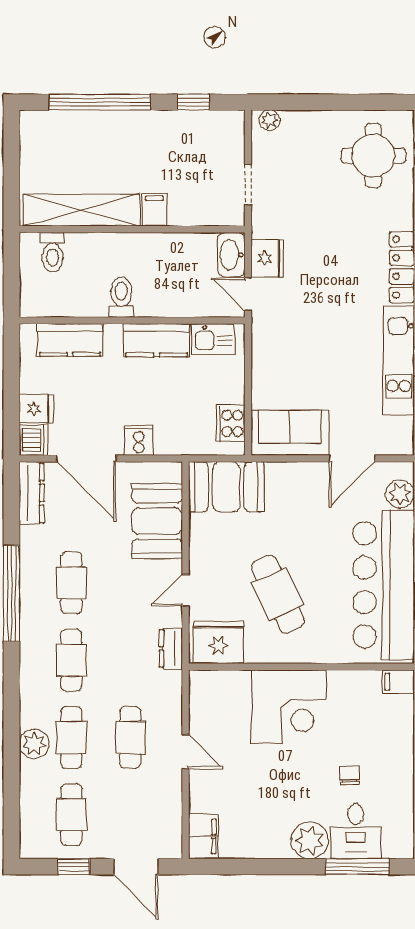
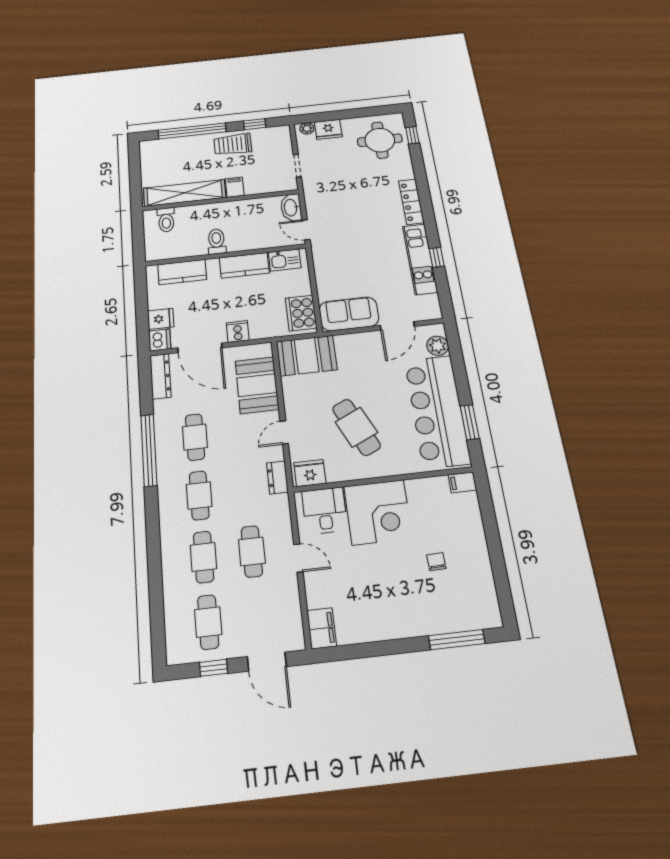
trolley: (158, 134) -> (233, 144), added
fridge: (267, 258) -> (328, 129), moved, turned 90
cooker: (231, 423) -> (301, 313), width x1.37, depth x1.31
fridge: (218, 642) -> (310, 473), width x0.73, depth x0.75
plant: (34, 744) -> (173, 566), removed
desk: (356, 831) -> (325, 511), moved, turned 180
plant: (310, 840) -> (412, 621), removed

